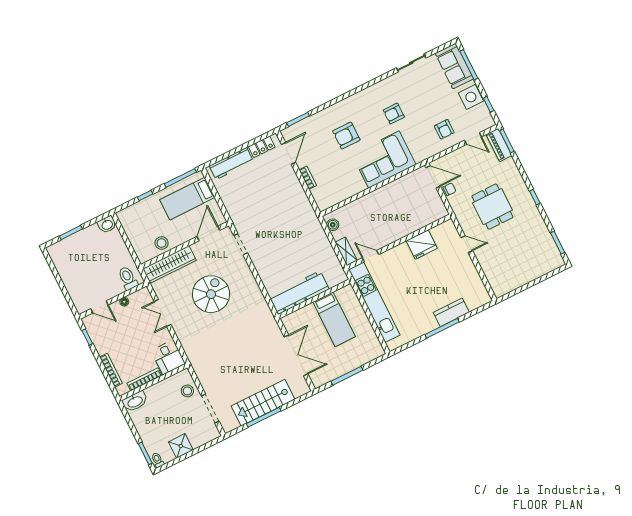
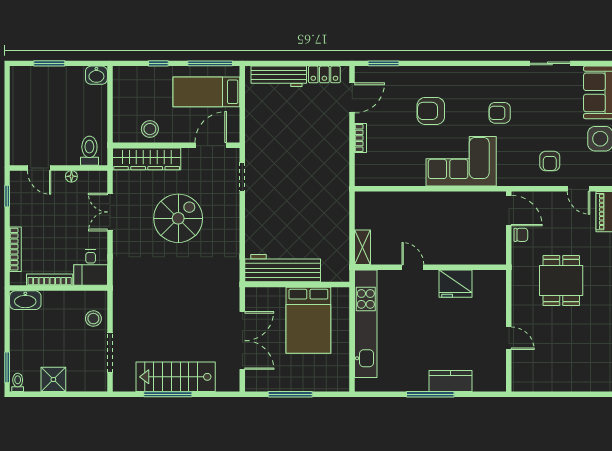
boiler: (333, 225) -> (362, 208), removed
door: (467, 244) -> (509, 338), moved
door: (371, 256) -> (413, 267), moved
bed: (334, 319) -> (308, 320), width x1.50

